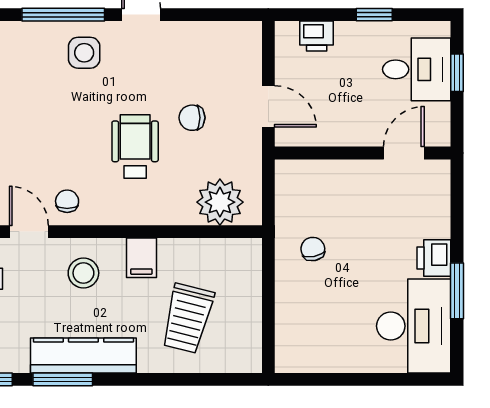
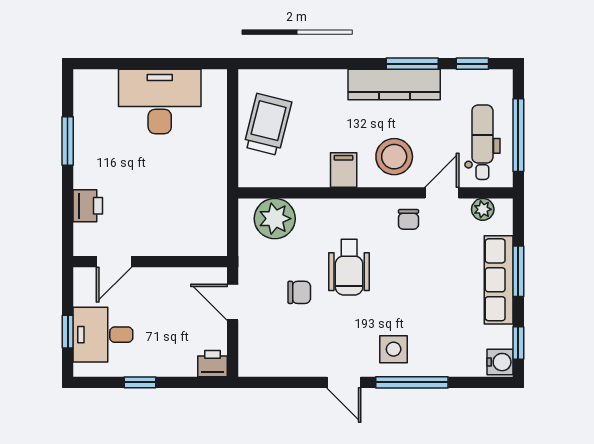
printer: (317, 36) -> (212, 364), moved
door: (29, 232) -> (442, 193), swing flipped
chair: (313, 249) -> (194, 178), removed
printer: (434, 258) -> (88, 206), moved
stool: (83, 273) -> (394, 157), width x1.38, depth x1.38
trolley: (187, 318) -> (268, 124), moved
desk: (414, 326) -> (160, 101), moved, turned 90

